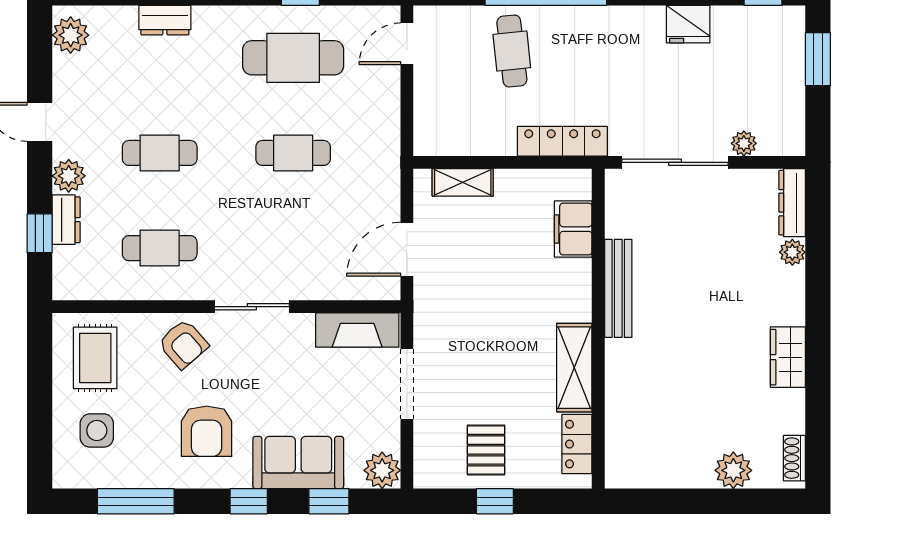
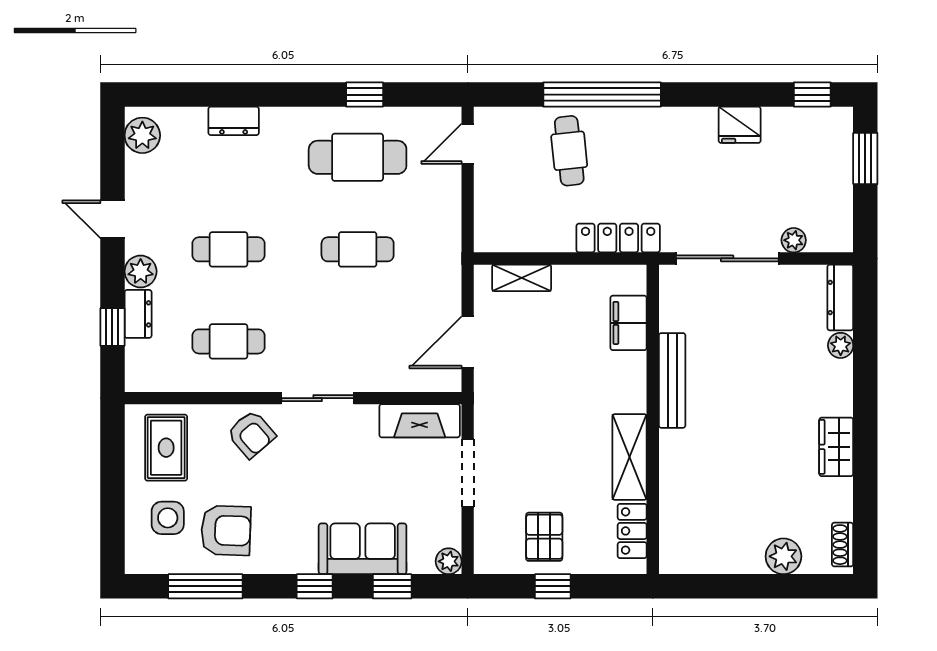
armchair: (207, 431) -> (226, 530), moved, turned -88
plant: (382, 470) -> (449, 561), width x0.73, depth x0.73

